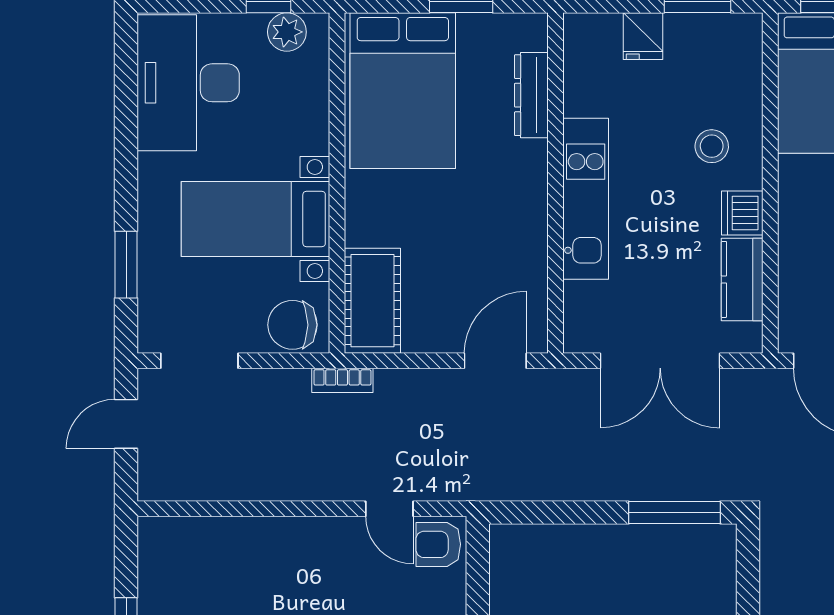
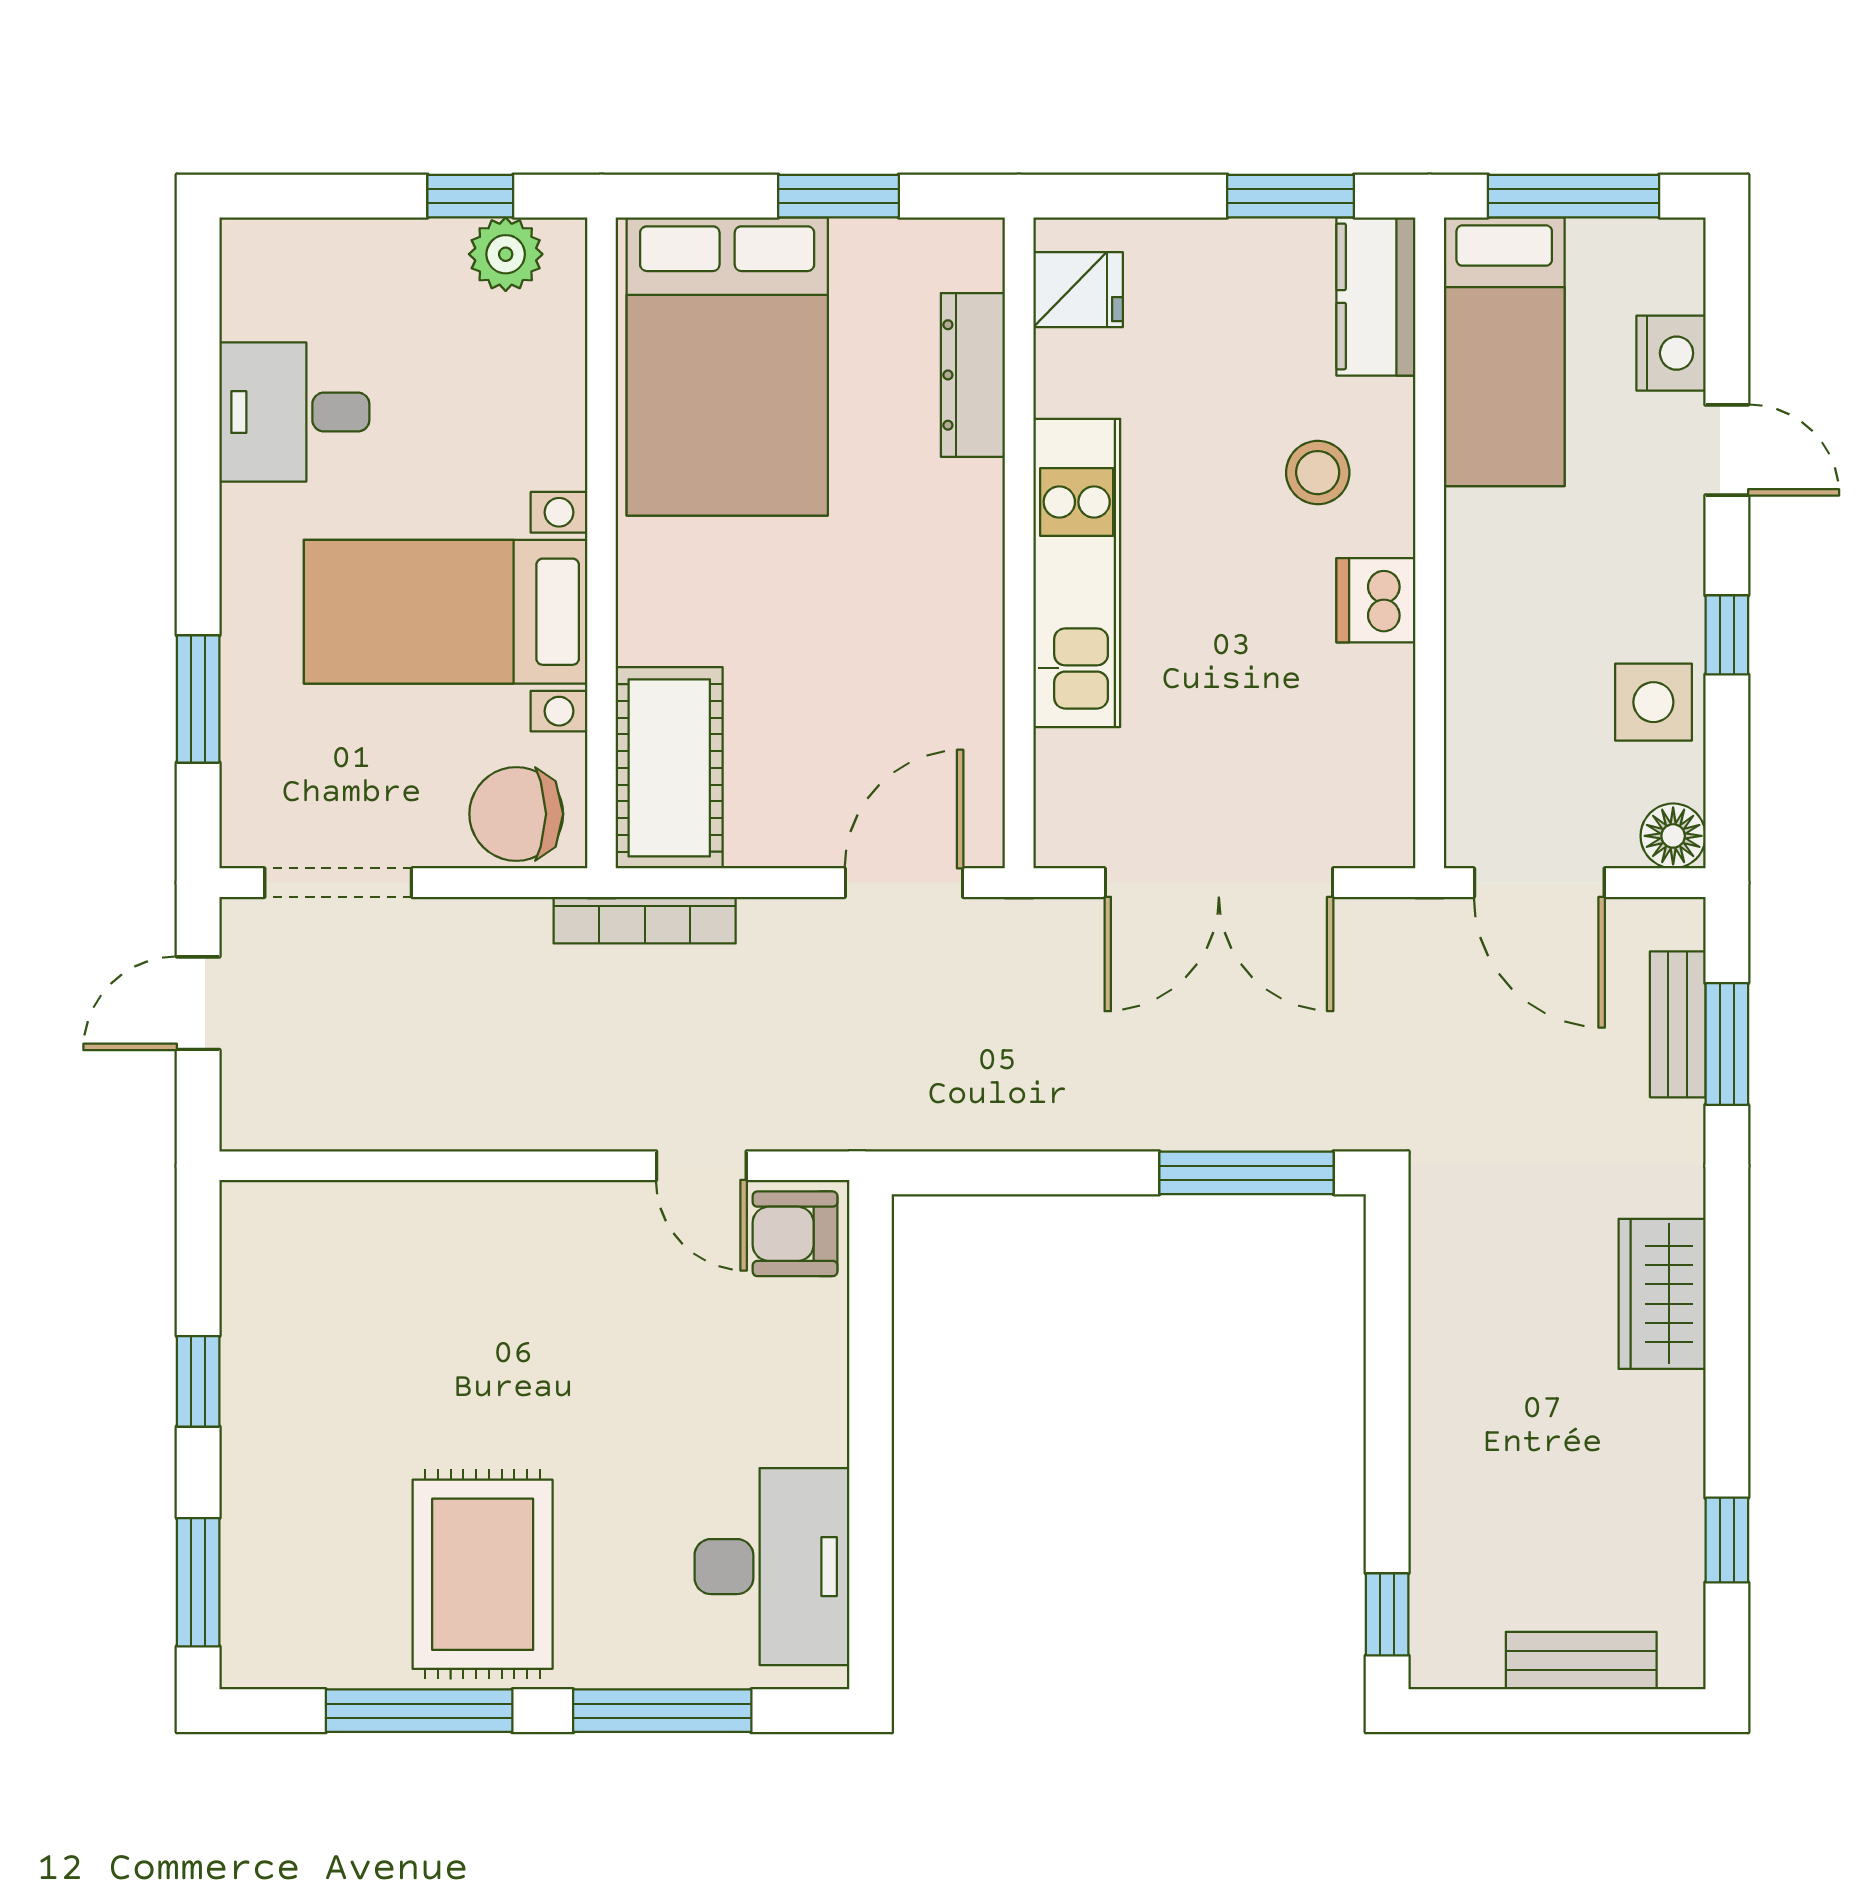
fridge: (643, 36) -> (1078, 290), moved, turned -90
desk: (188, 83) -> (294, 412), width x0.53, depth x0.77
kitchen counter: (742, 279) -> (1376, 296), moved
bookcase: (342, 380) -> (645, 920), width x1.56

